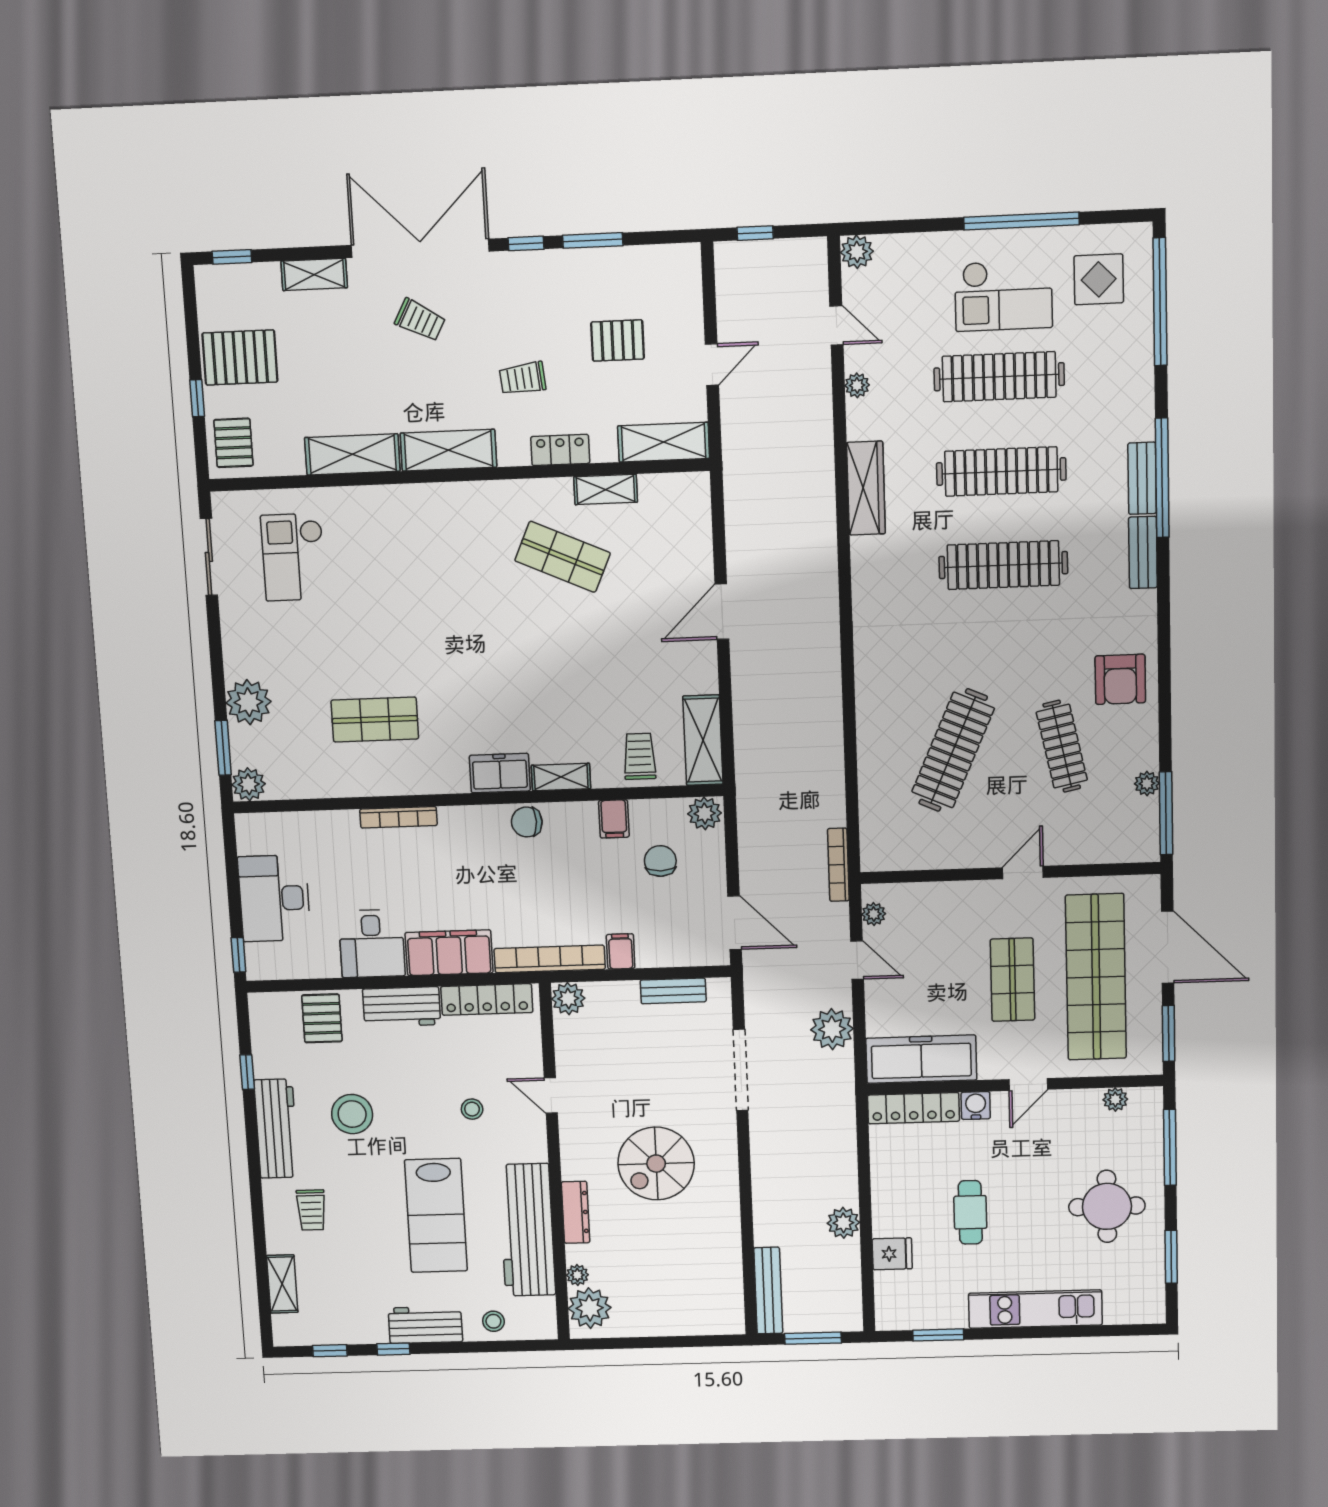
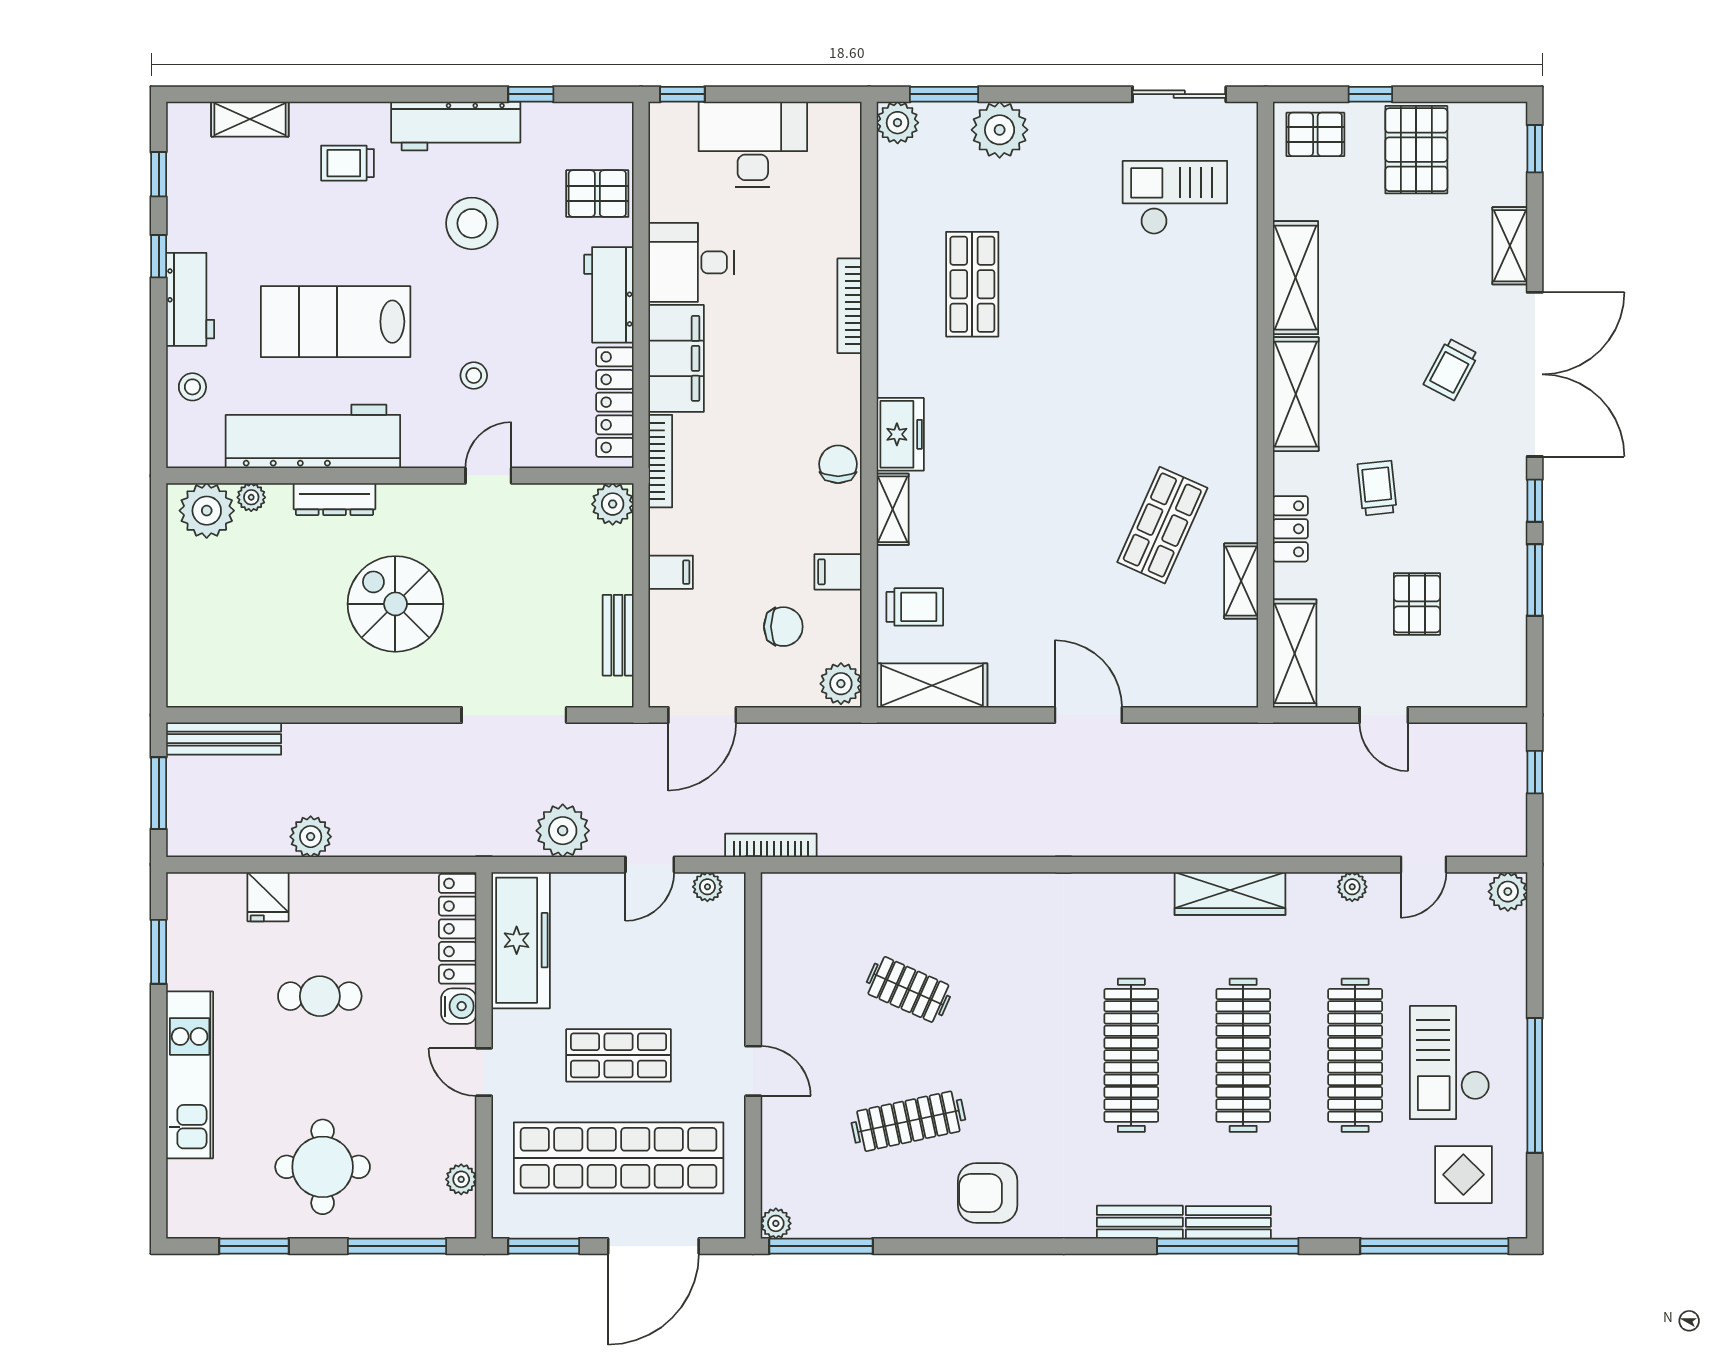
clothes rail: (953, 750) -> (908, 989), width x0.54, depth x0.76
plant: (1147, 783) -> (776, 1223), moved
bookcase: (550, 959) -> (660, 461), width x0.68, depth x0.76

